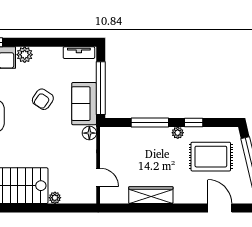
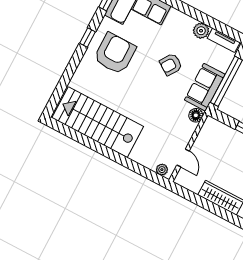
plant: (25, 55) -> (201, 31), moved
plant: (55, 198) -> (162, 170), moved

